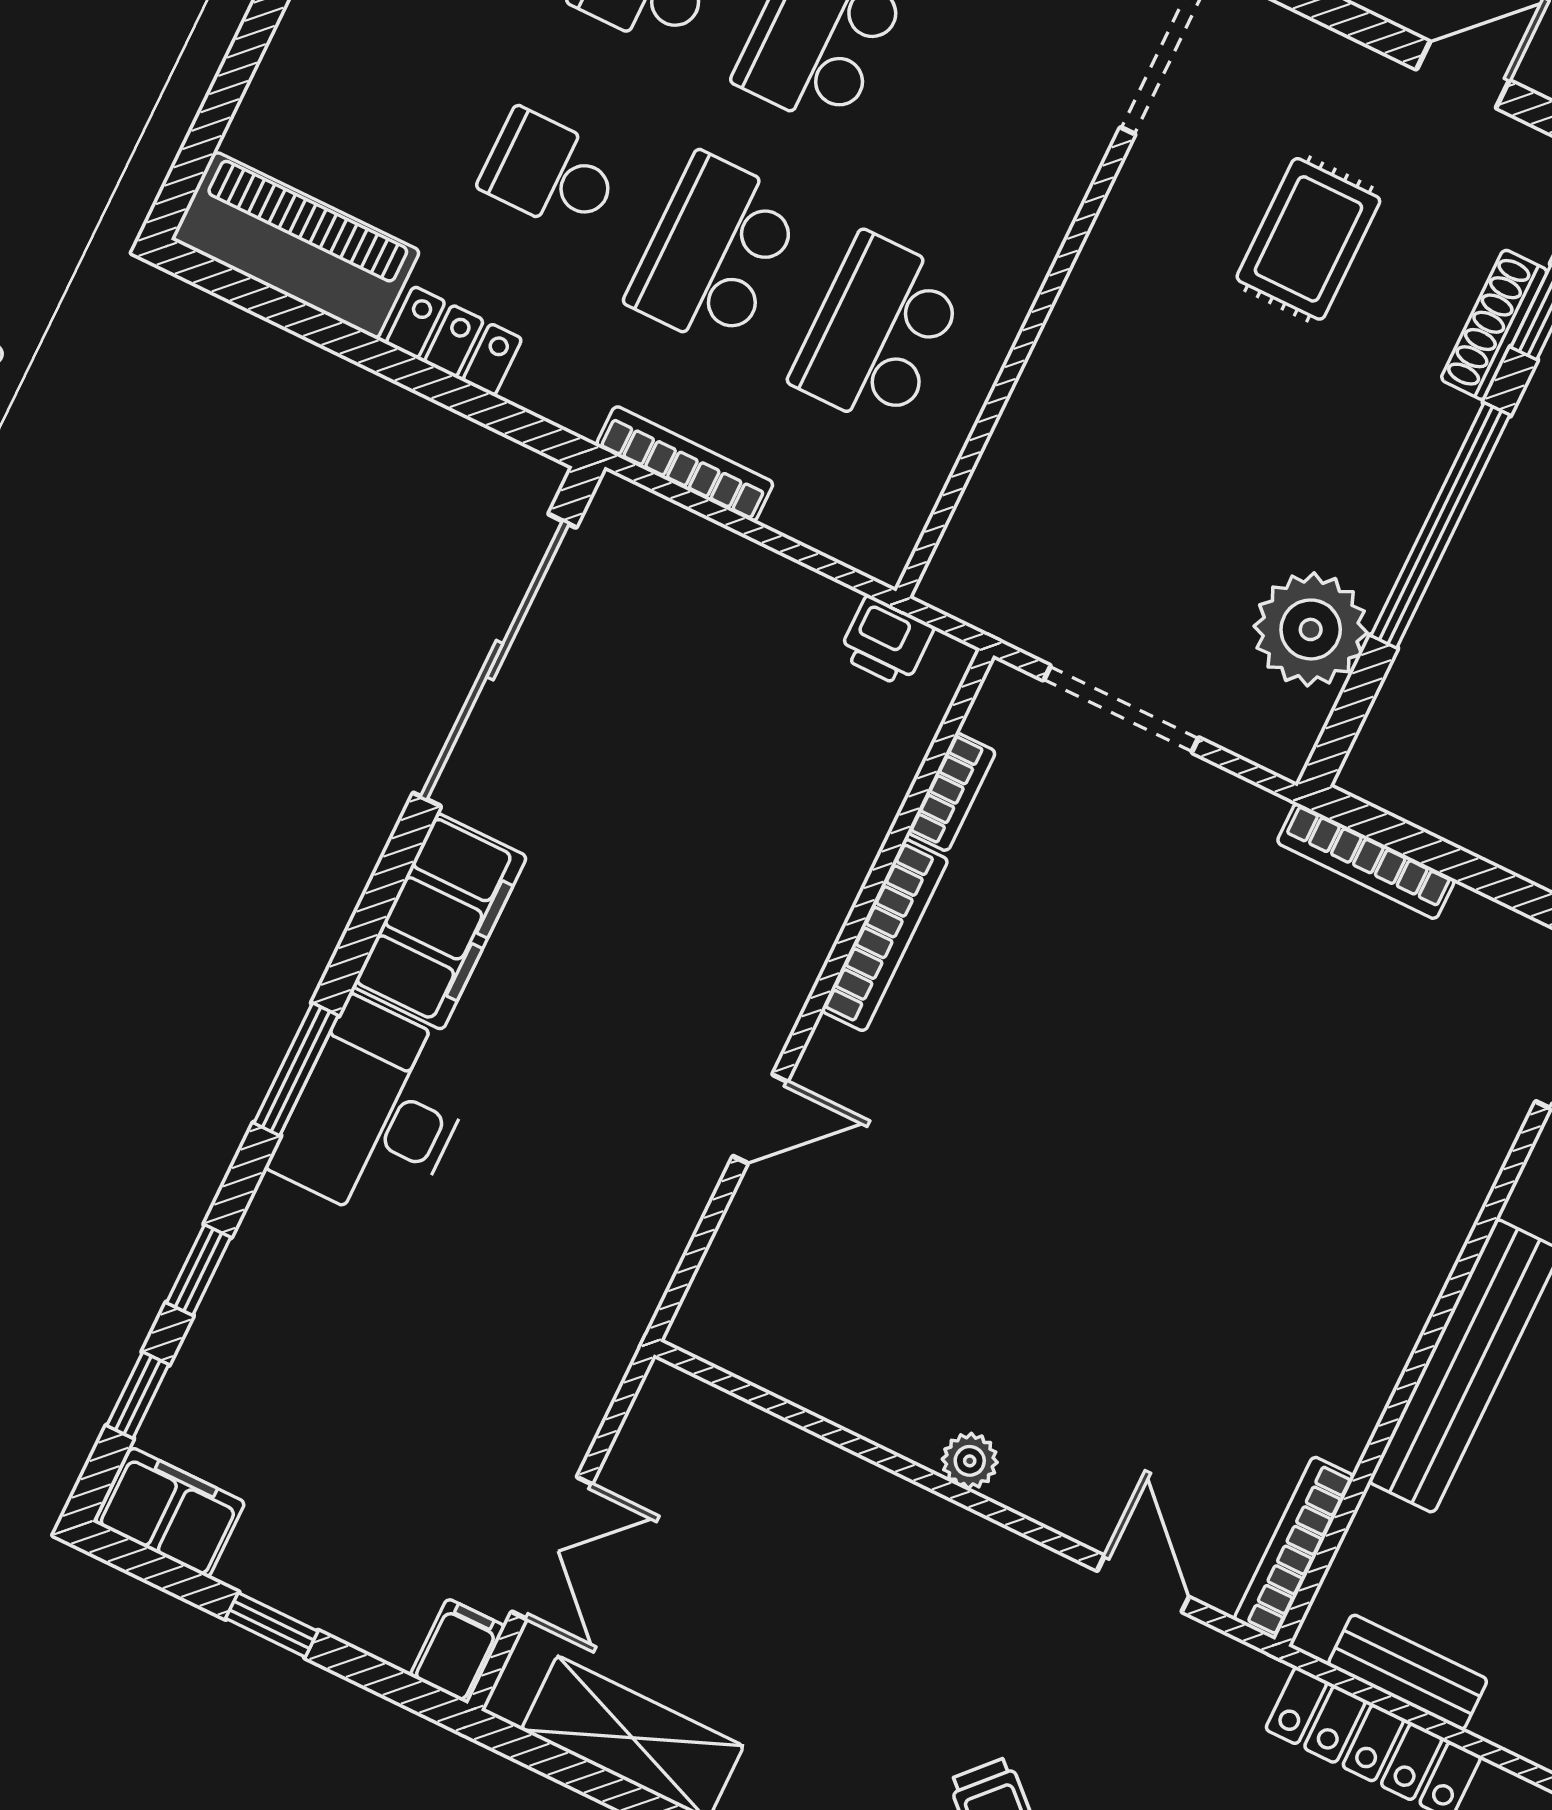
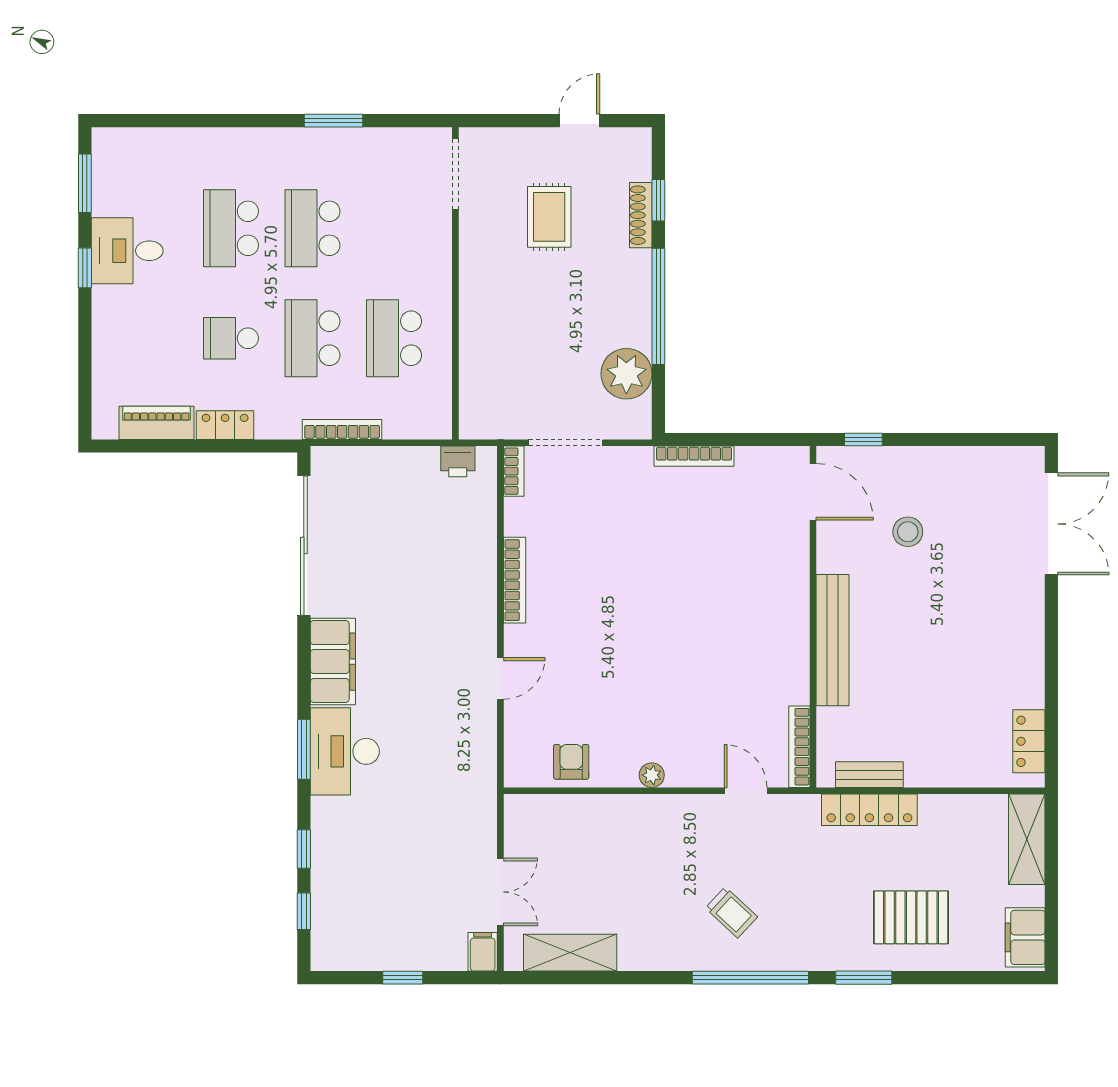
piano: (296, 245) -> (157, 423), width x0.73, depth x0.75
bookcase: (952, 792) -> (514, 471), moved
armchair: (821, 1355) -> (571, 762), added
filing cabinet: (170, 1512) -> (340, 952), removed

